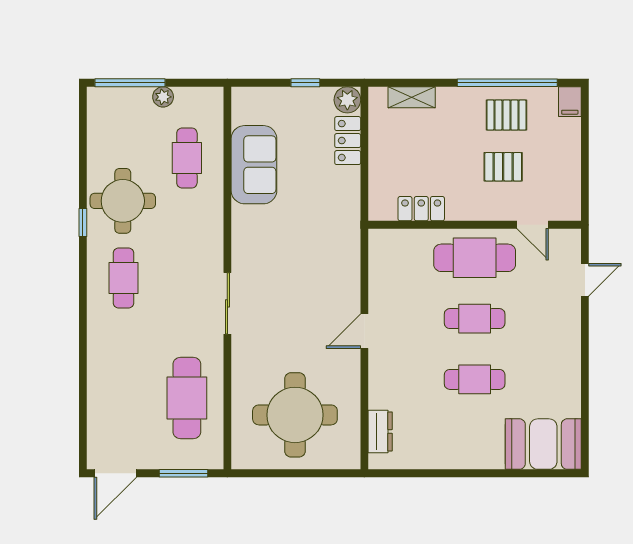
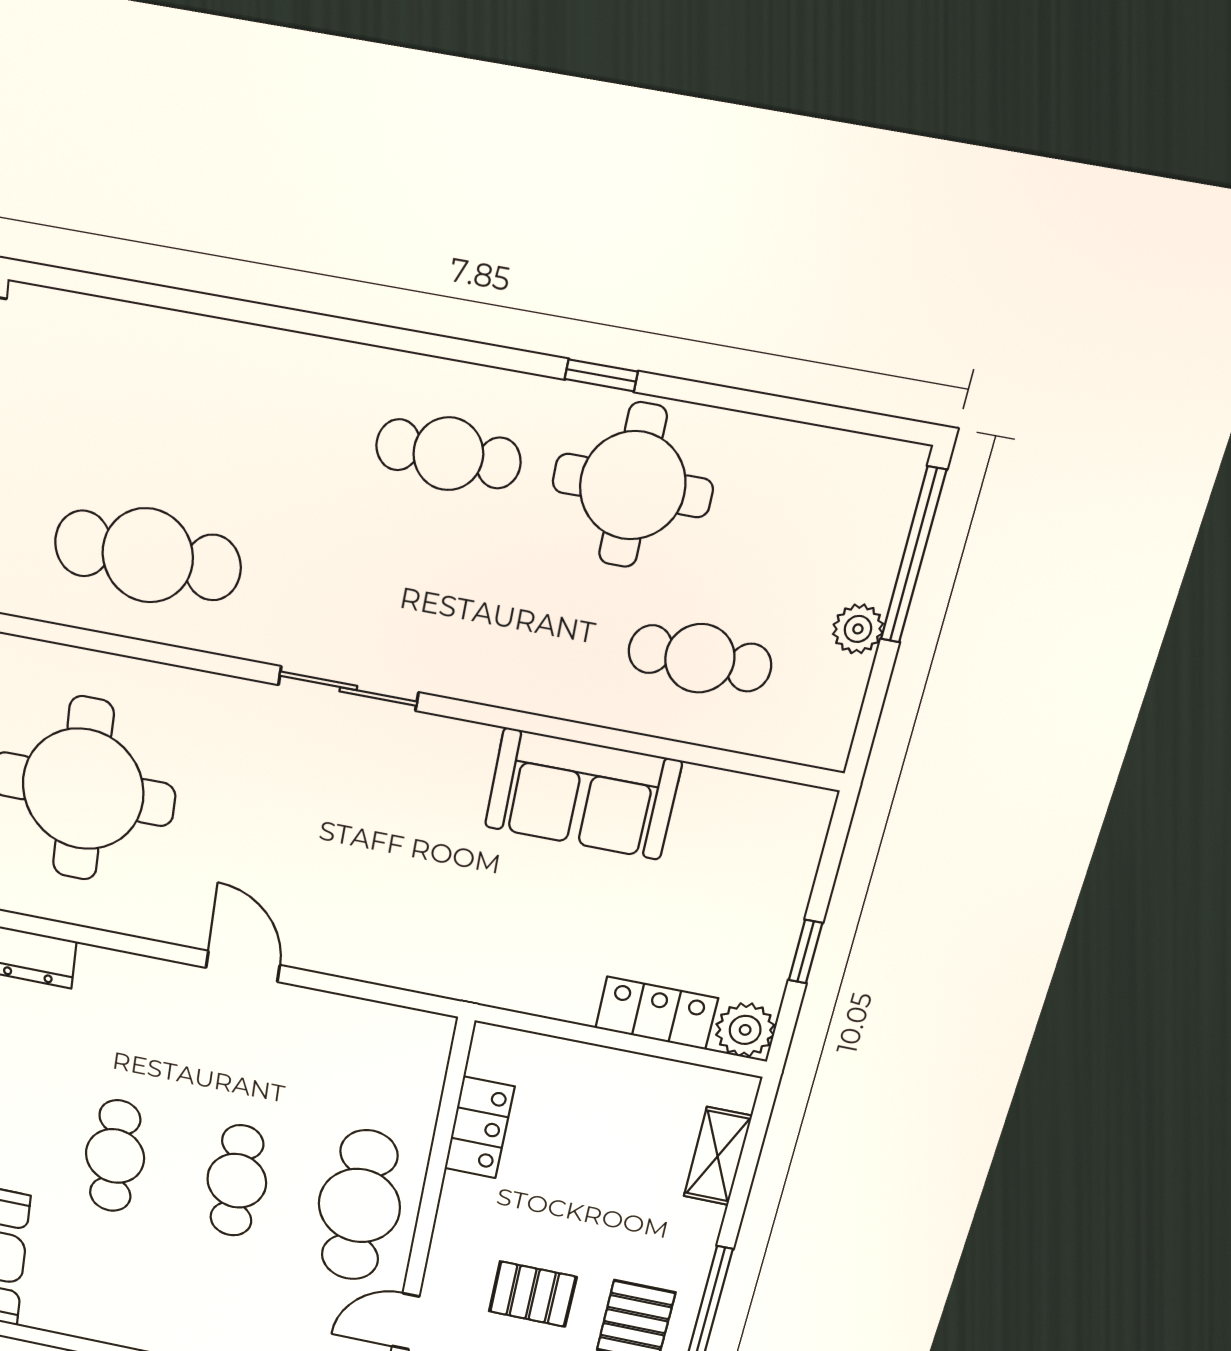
sofa: (254, 165) -> (583, 794), moved
pallet: (503, 167) -> (533, 1294), turned 90

